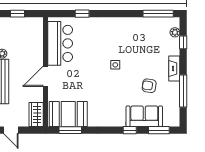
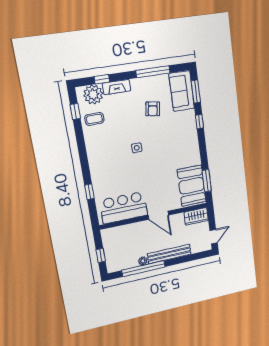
window: (158, 14) -> (75, 112), width x0.46
coffee table: (149, 30) -> (94, 119), added
plant: (175, 32) -> (93, 94), width x1.87, depth x1.87
fireplace: (174, 69) -> (117, 87), moved
sofa: (144, 116) -> (182, 91), moved

